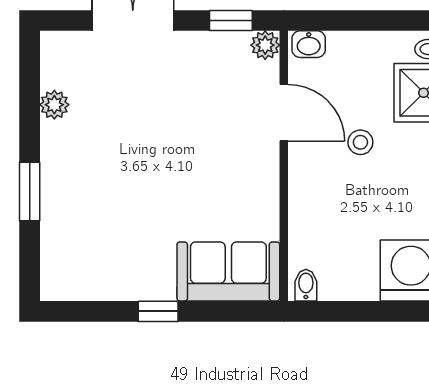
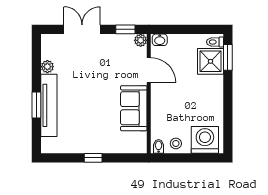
stool: (360, 142) -> (176, 143), moved
tv unit: (58, 193) -> (49, 105), added
sofa: (228, 271) -> (134, 108), moved, turned -90

